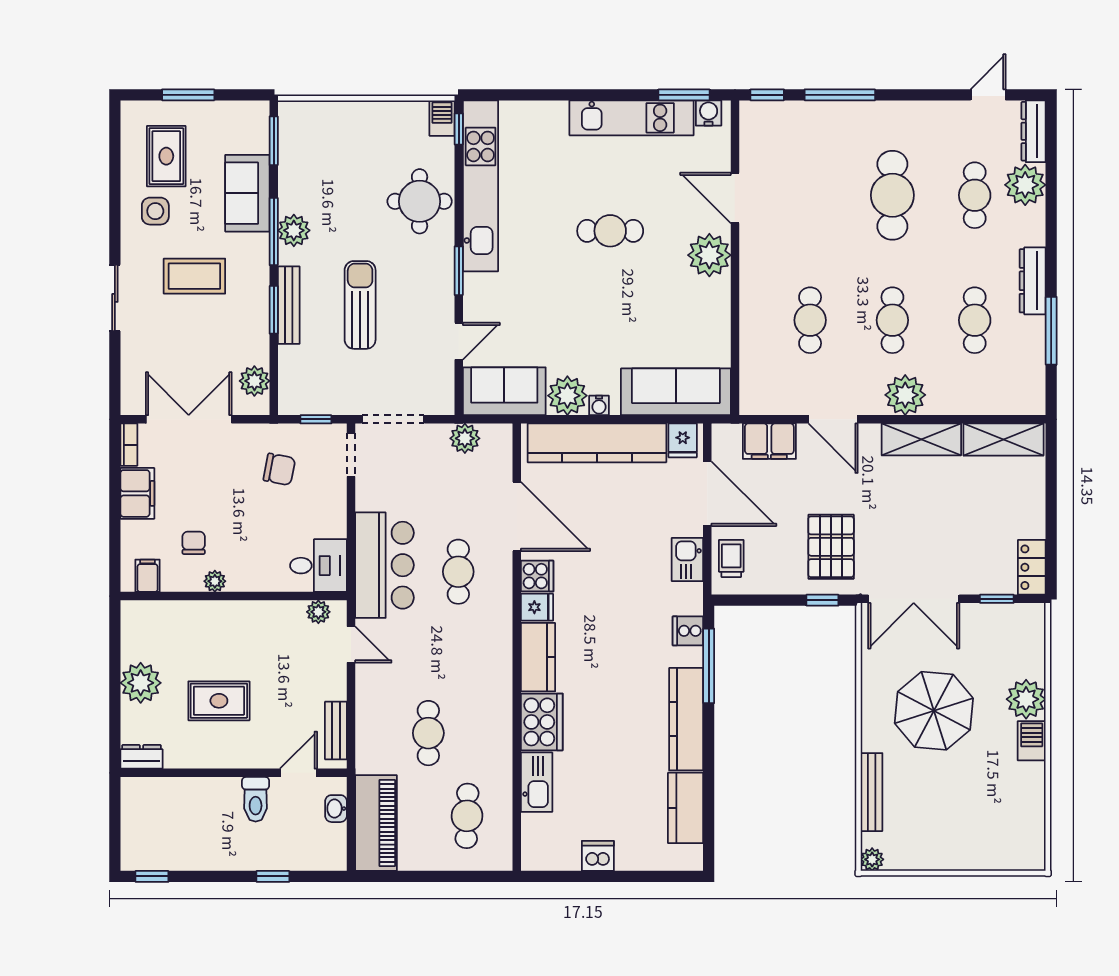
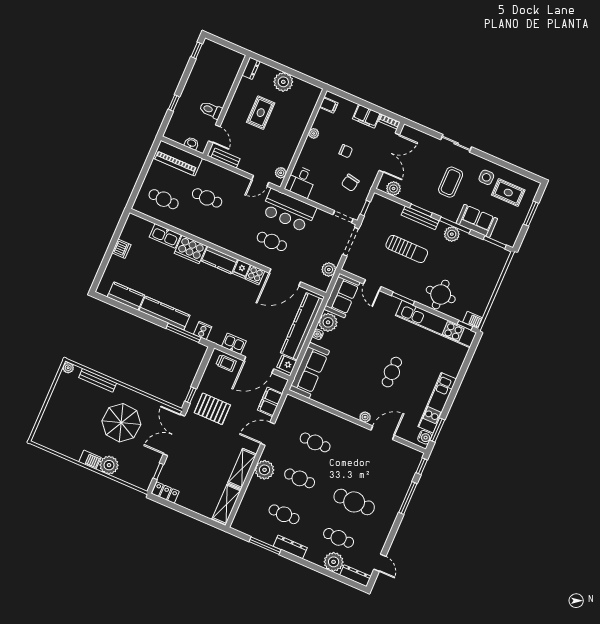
plant: (709, 255) -> (365, 417), width x0.53, depth x0.53
chair: (194, 543) -> (346, 151), moved

